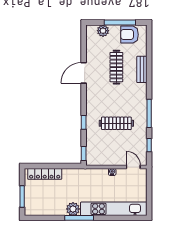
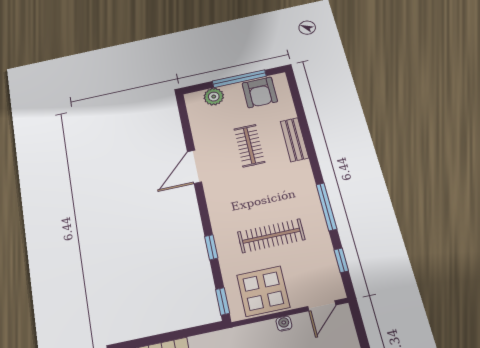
armchair: (130, 35) -> (260, 92), turned -90
clothes rail: (116, 67) -> (249, 146), width x0.73
display table: (106, 153) -> (263, 291), added
door: (133, 167) -> (322, 306), swing flipped

